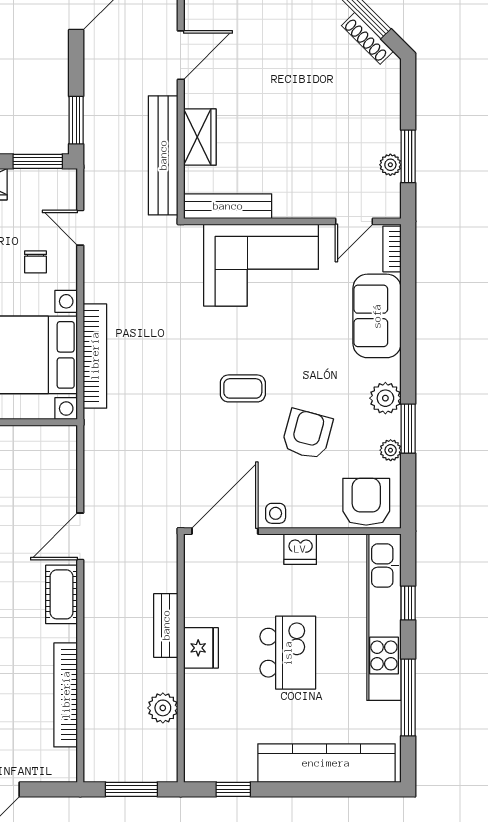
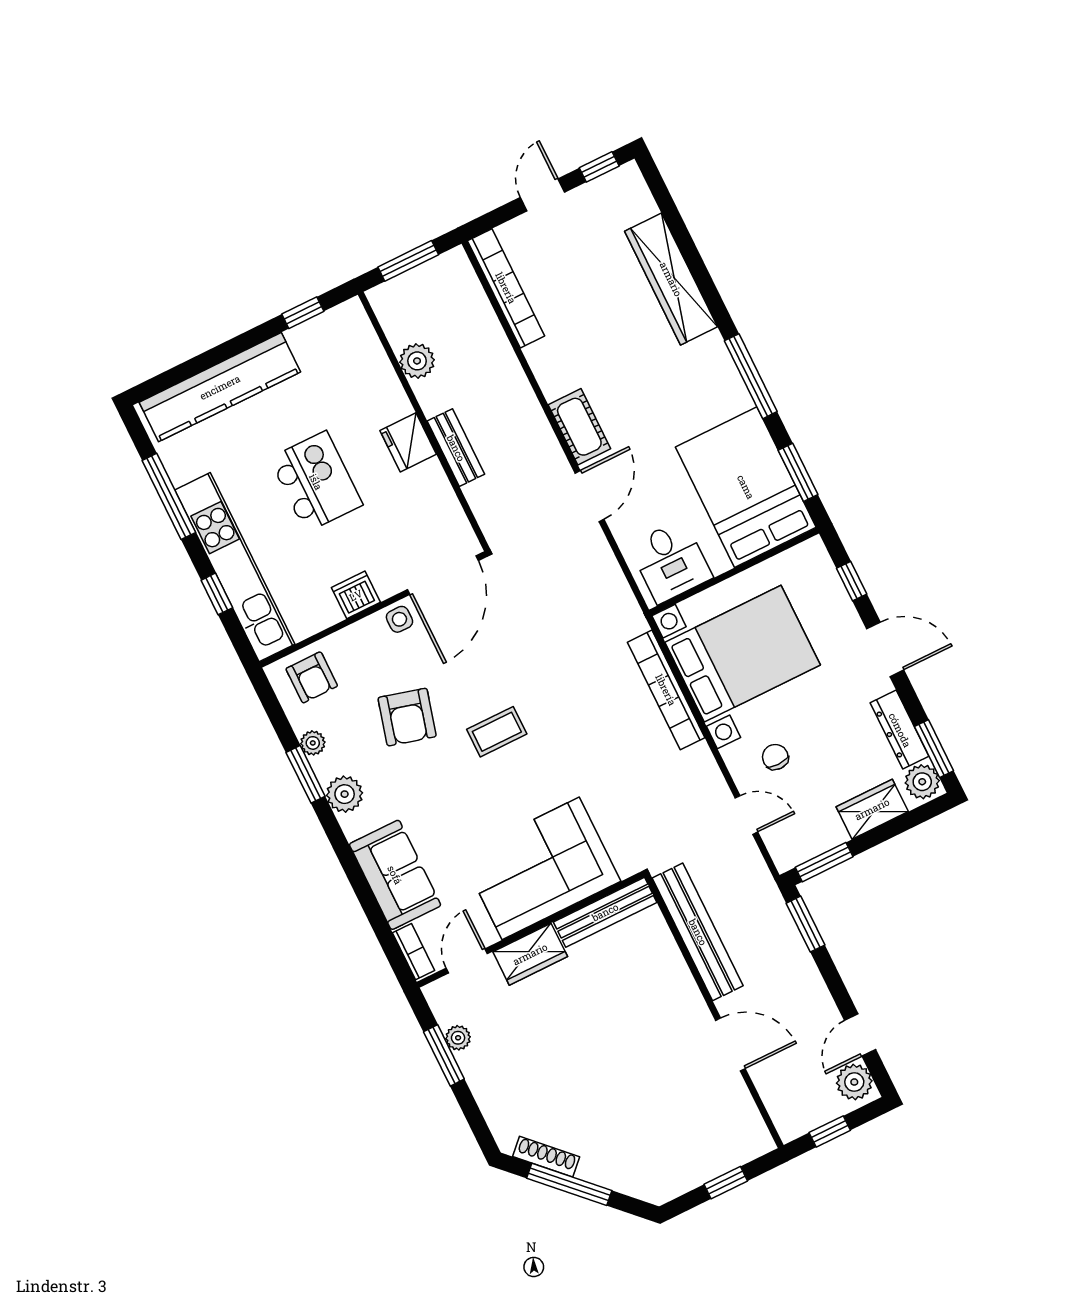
door: (181, 55) -> (730, 1044), swing flipped
wardrobe: (200, 137) -> (530, 954), moved, turned -90
desk: (42, 455) -> (671, 561), added
armchair: (366, 502) -> (312, 677), width x0.72, depth x0.72
kitchen island: (288, 653) -> (316, 482), turned 180
bookcase: (66, 695) -> (506, 288), moved

